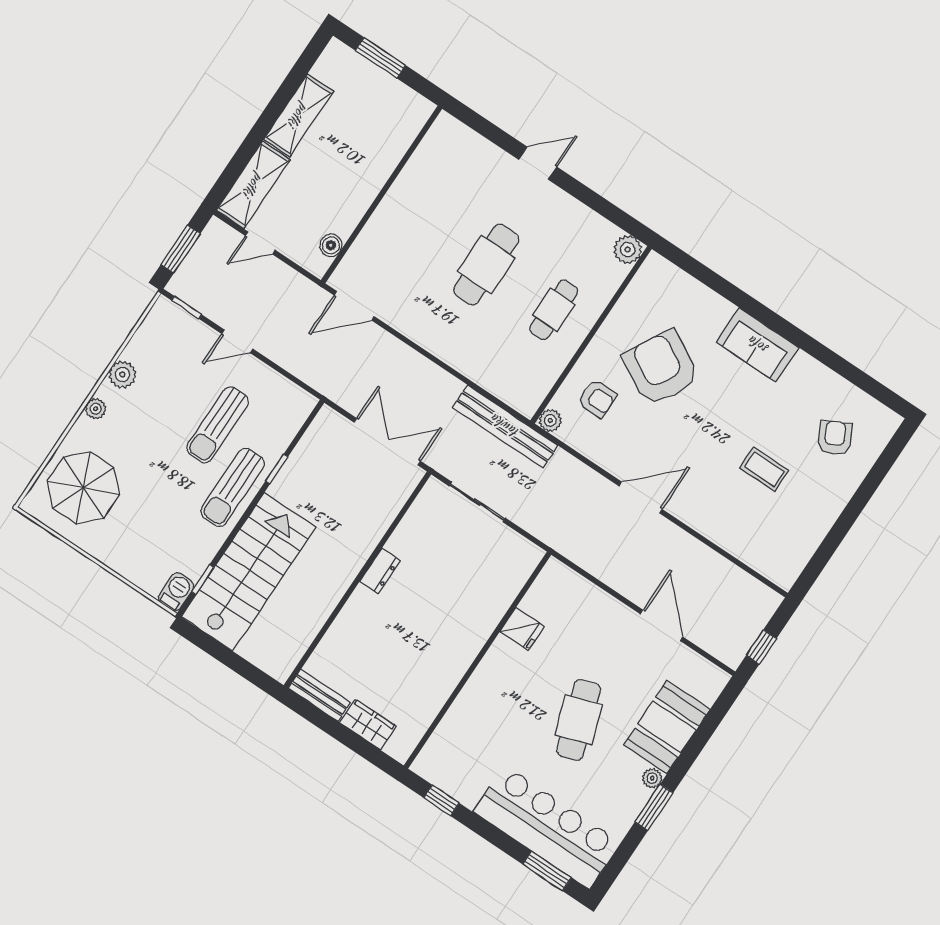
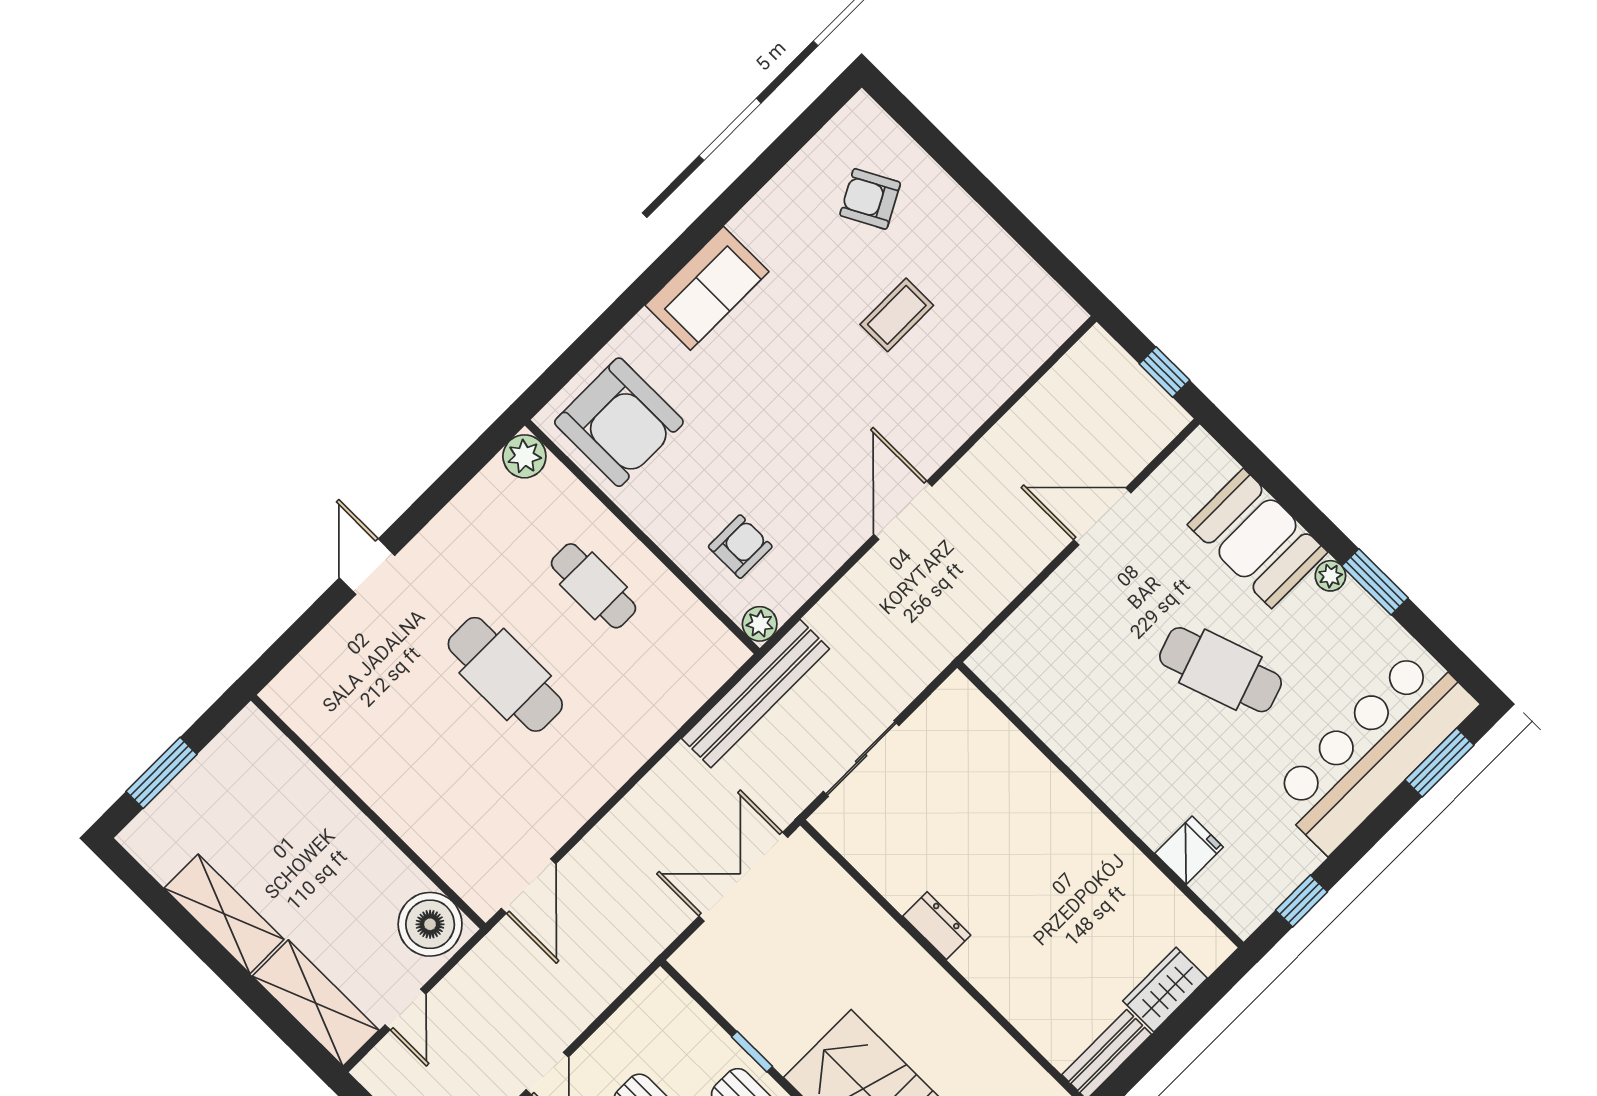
boiler: (331, 245) -> (430, 924), width x1.86, depth x1.86
armchair: (661, 368) -> (619, 422), moved, turned -119
fridge: (522, 629) -> (1189, 850), moved

